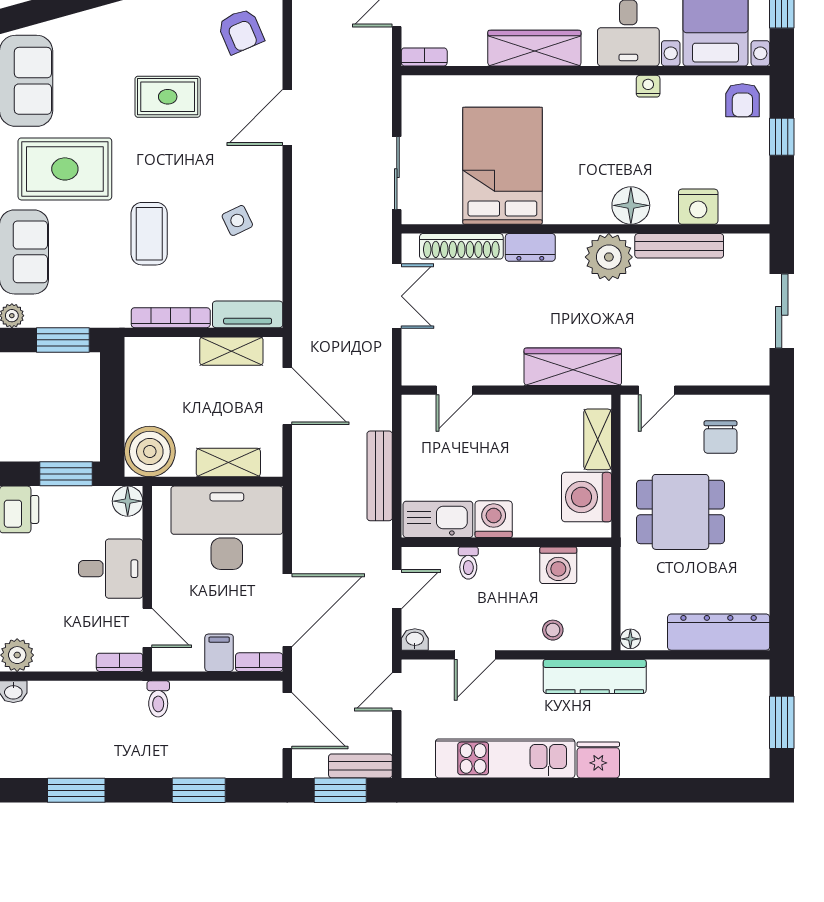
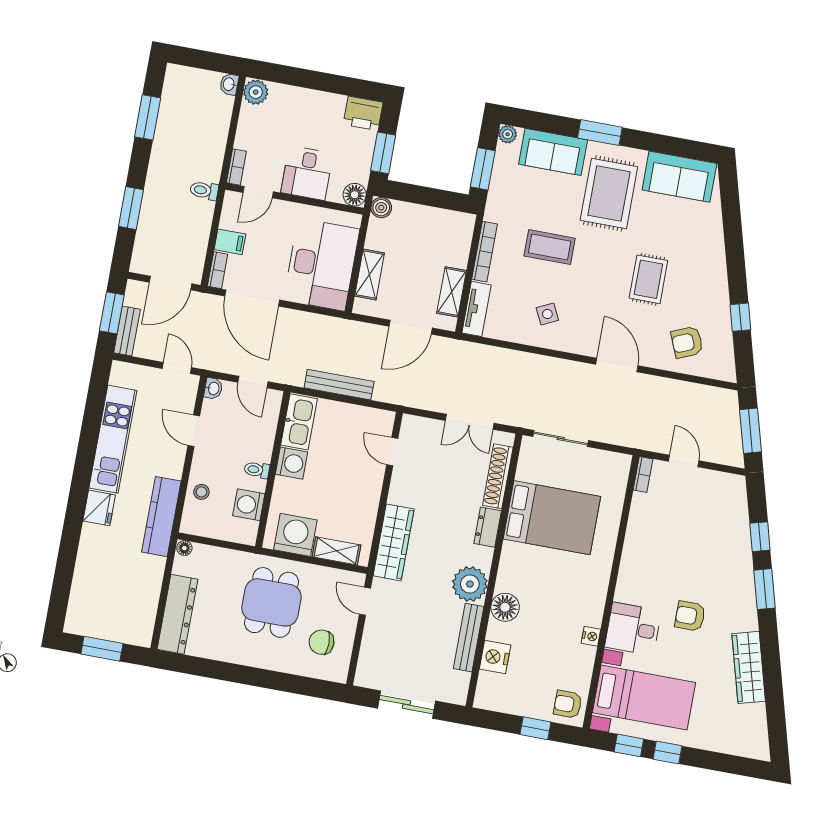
wardrobe: (534, 48) -> (635, 557), removed
boiler: (150, 452) -> (381, 208), width x0.54, depth x0.54
toilet: (468, 563) -> (257, 470), moved

